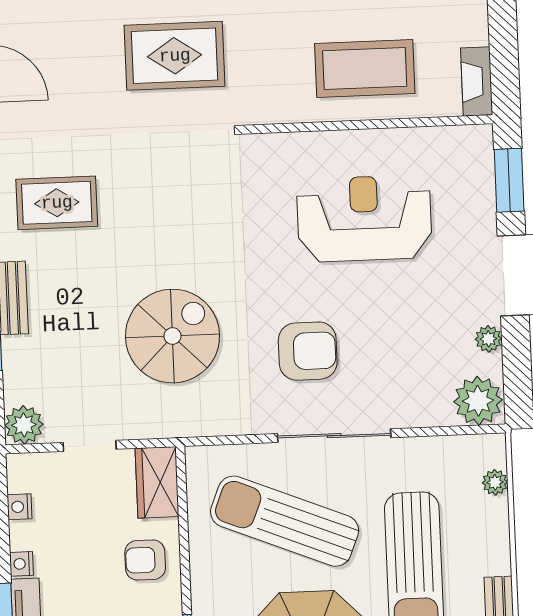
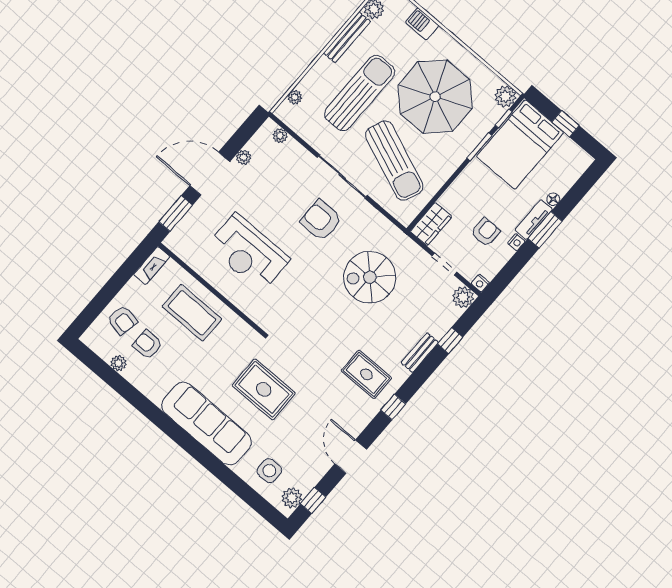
plant: (478, 401) -> (280, 136), width x0.53, depth x0.53
nightstand: (20, 507) -> (480, 283), moved, turned 90
armchair: (145, 560) -> (486, 232), moved, turned -90

